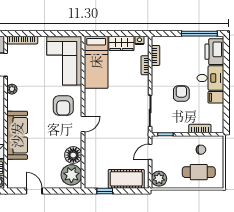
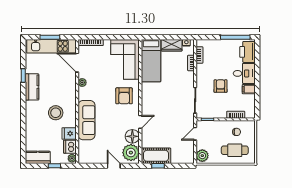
door: (83, 124) -> (140, 122), moved
cot: (126, 179) -> (156, 156), moved
door: (34, 191) -> (114, 166), moved

